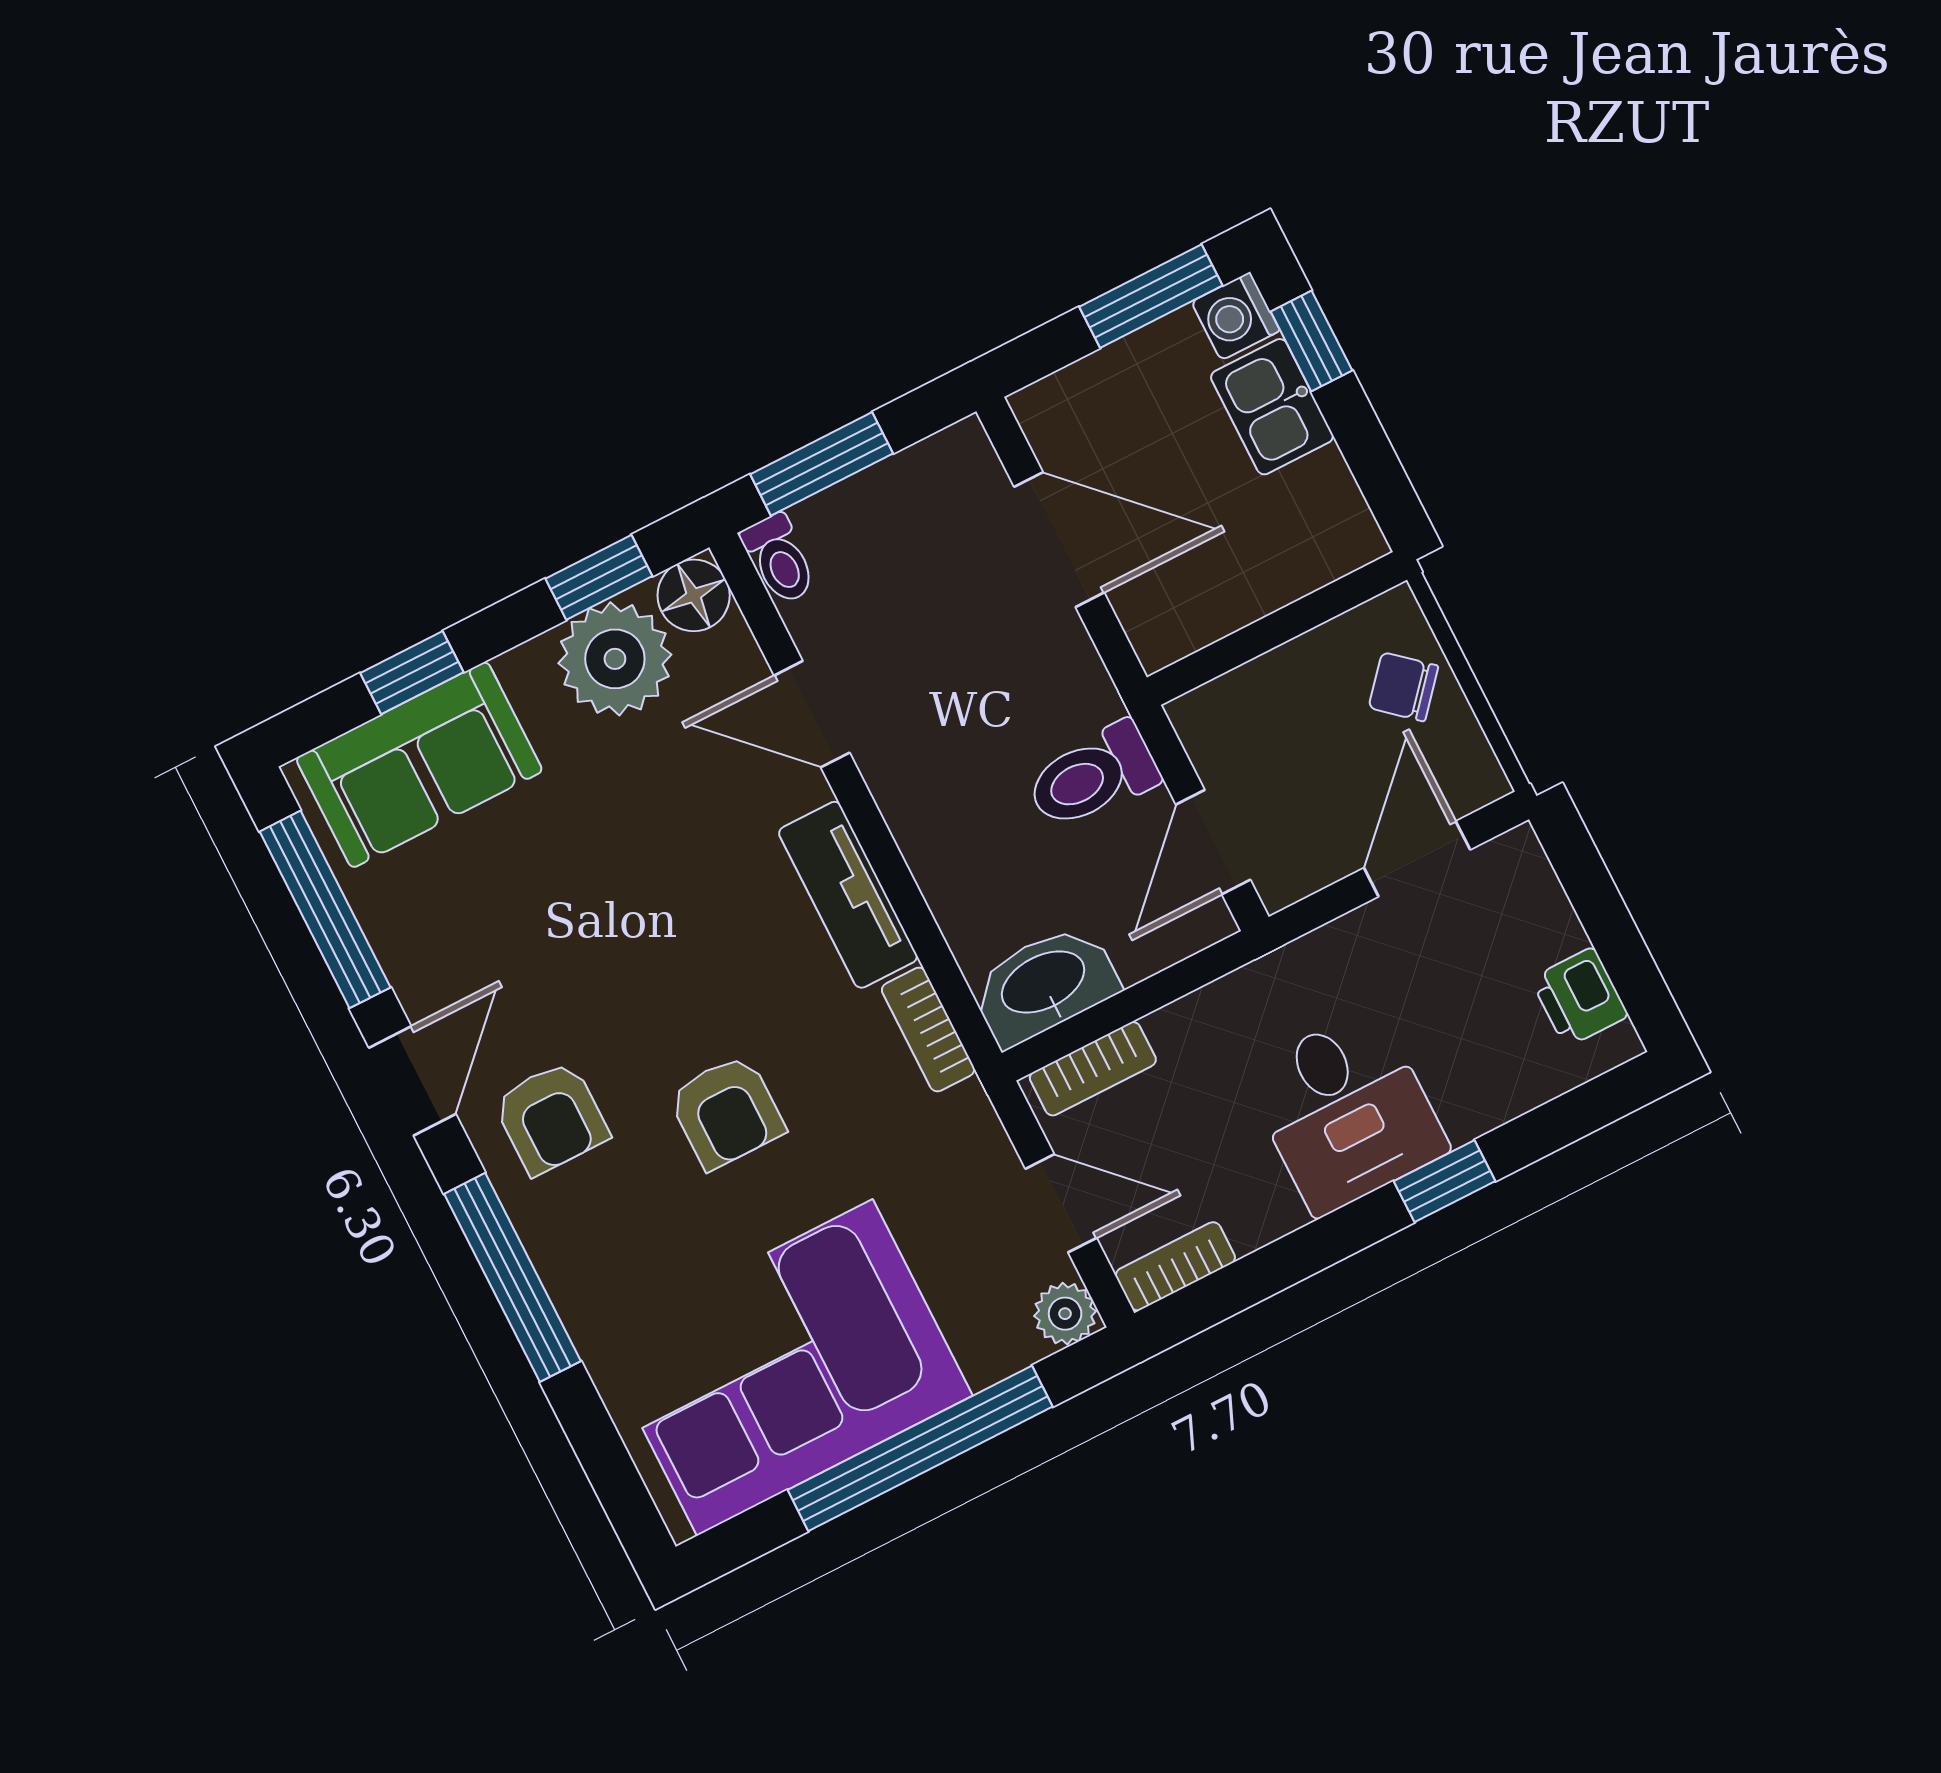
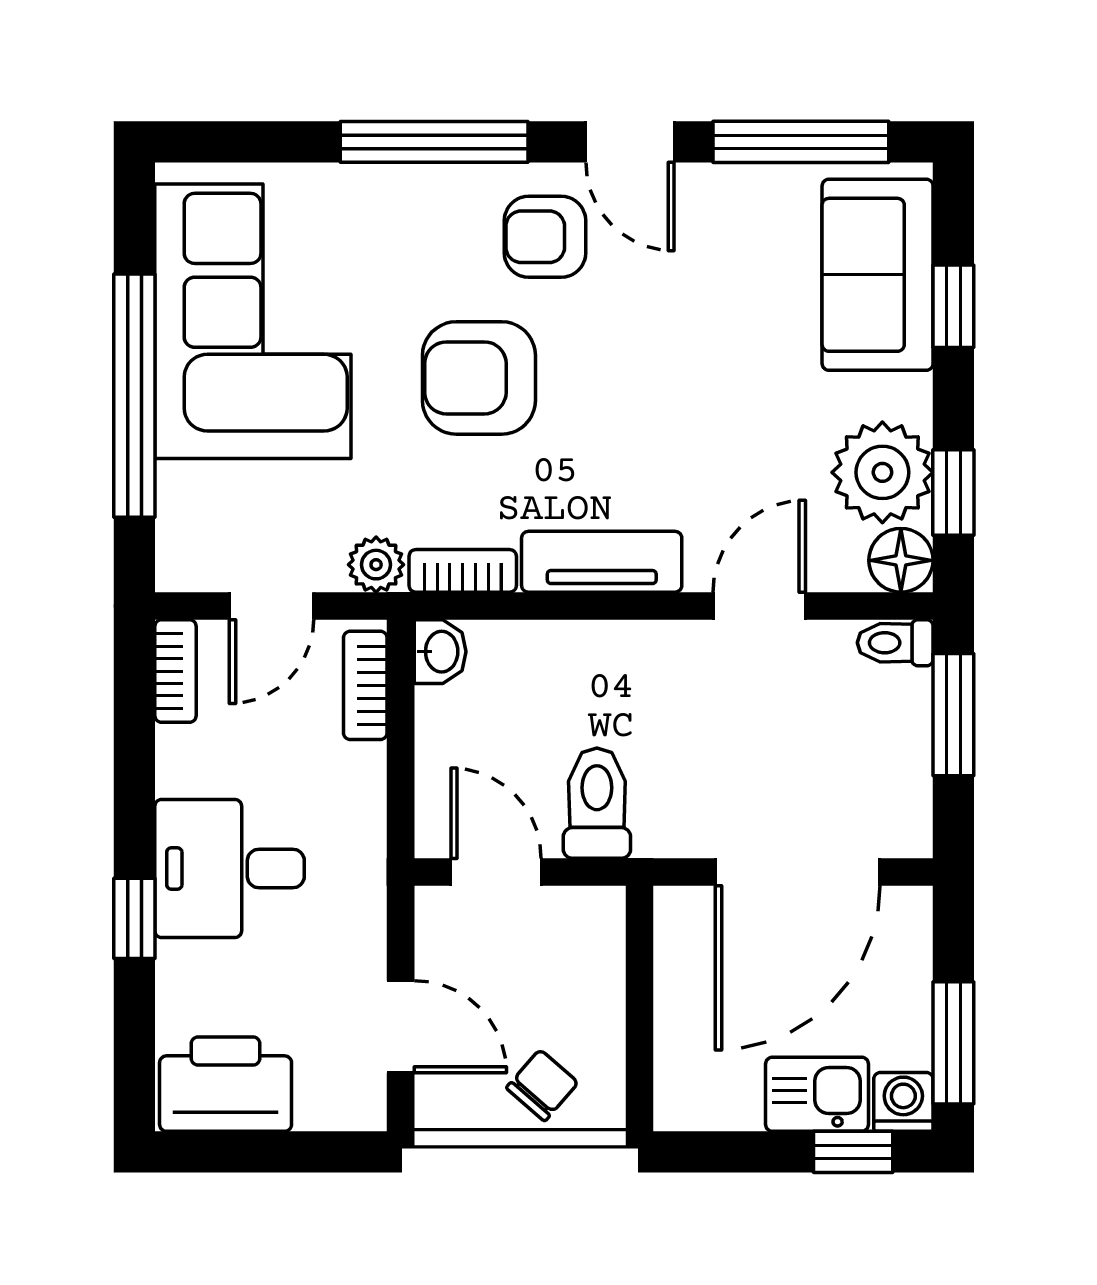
door: (1059, 540) -> (798, 872), width x1.36
washbasin: (1044, 984) -> (440, 652), width x0.52, depth x0.69
printer: (1580, 997) -> (226, 1084), width x1.87, depth x1.48
armchair: (726, 1112) -> (479, 378), width x1.38, depth x1.38
plant: (1065, 1314) -> (376, 565), moved

